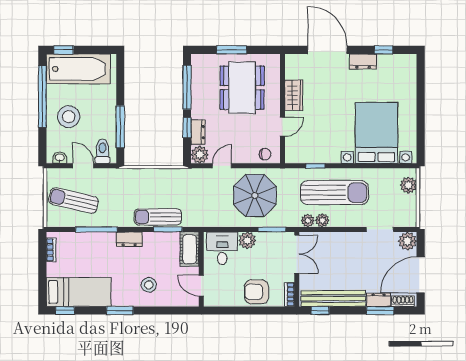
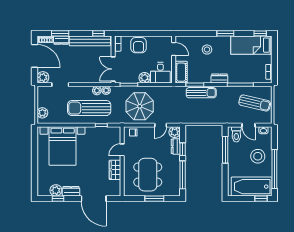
plant: (387, 63) -> (56, 190), added
door: (421, 275) -> (34, 56), hinge flipped
armchair: (257, 292) -> (139, 45), turned 90

